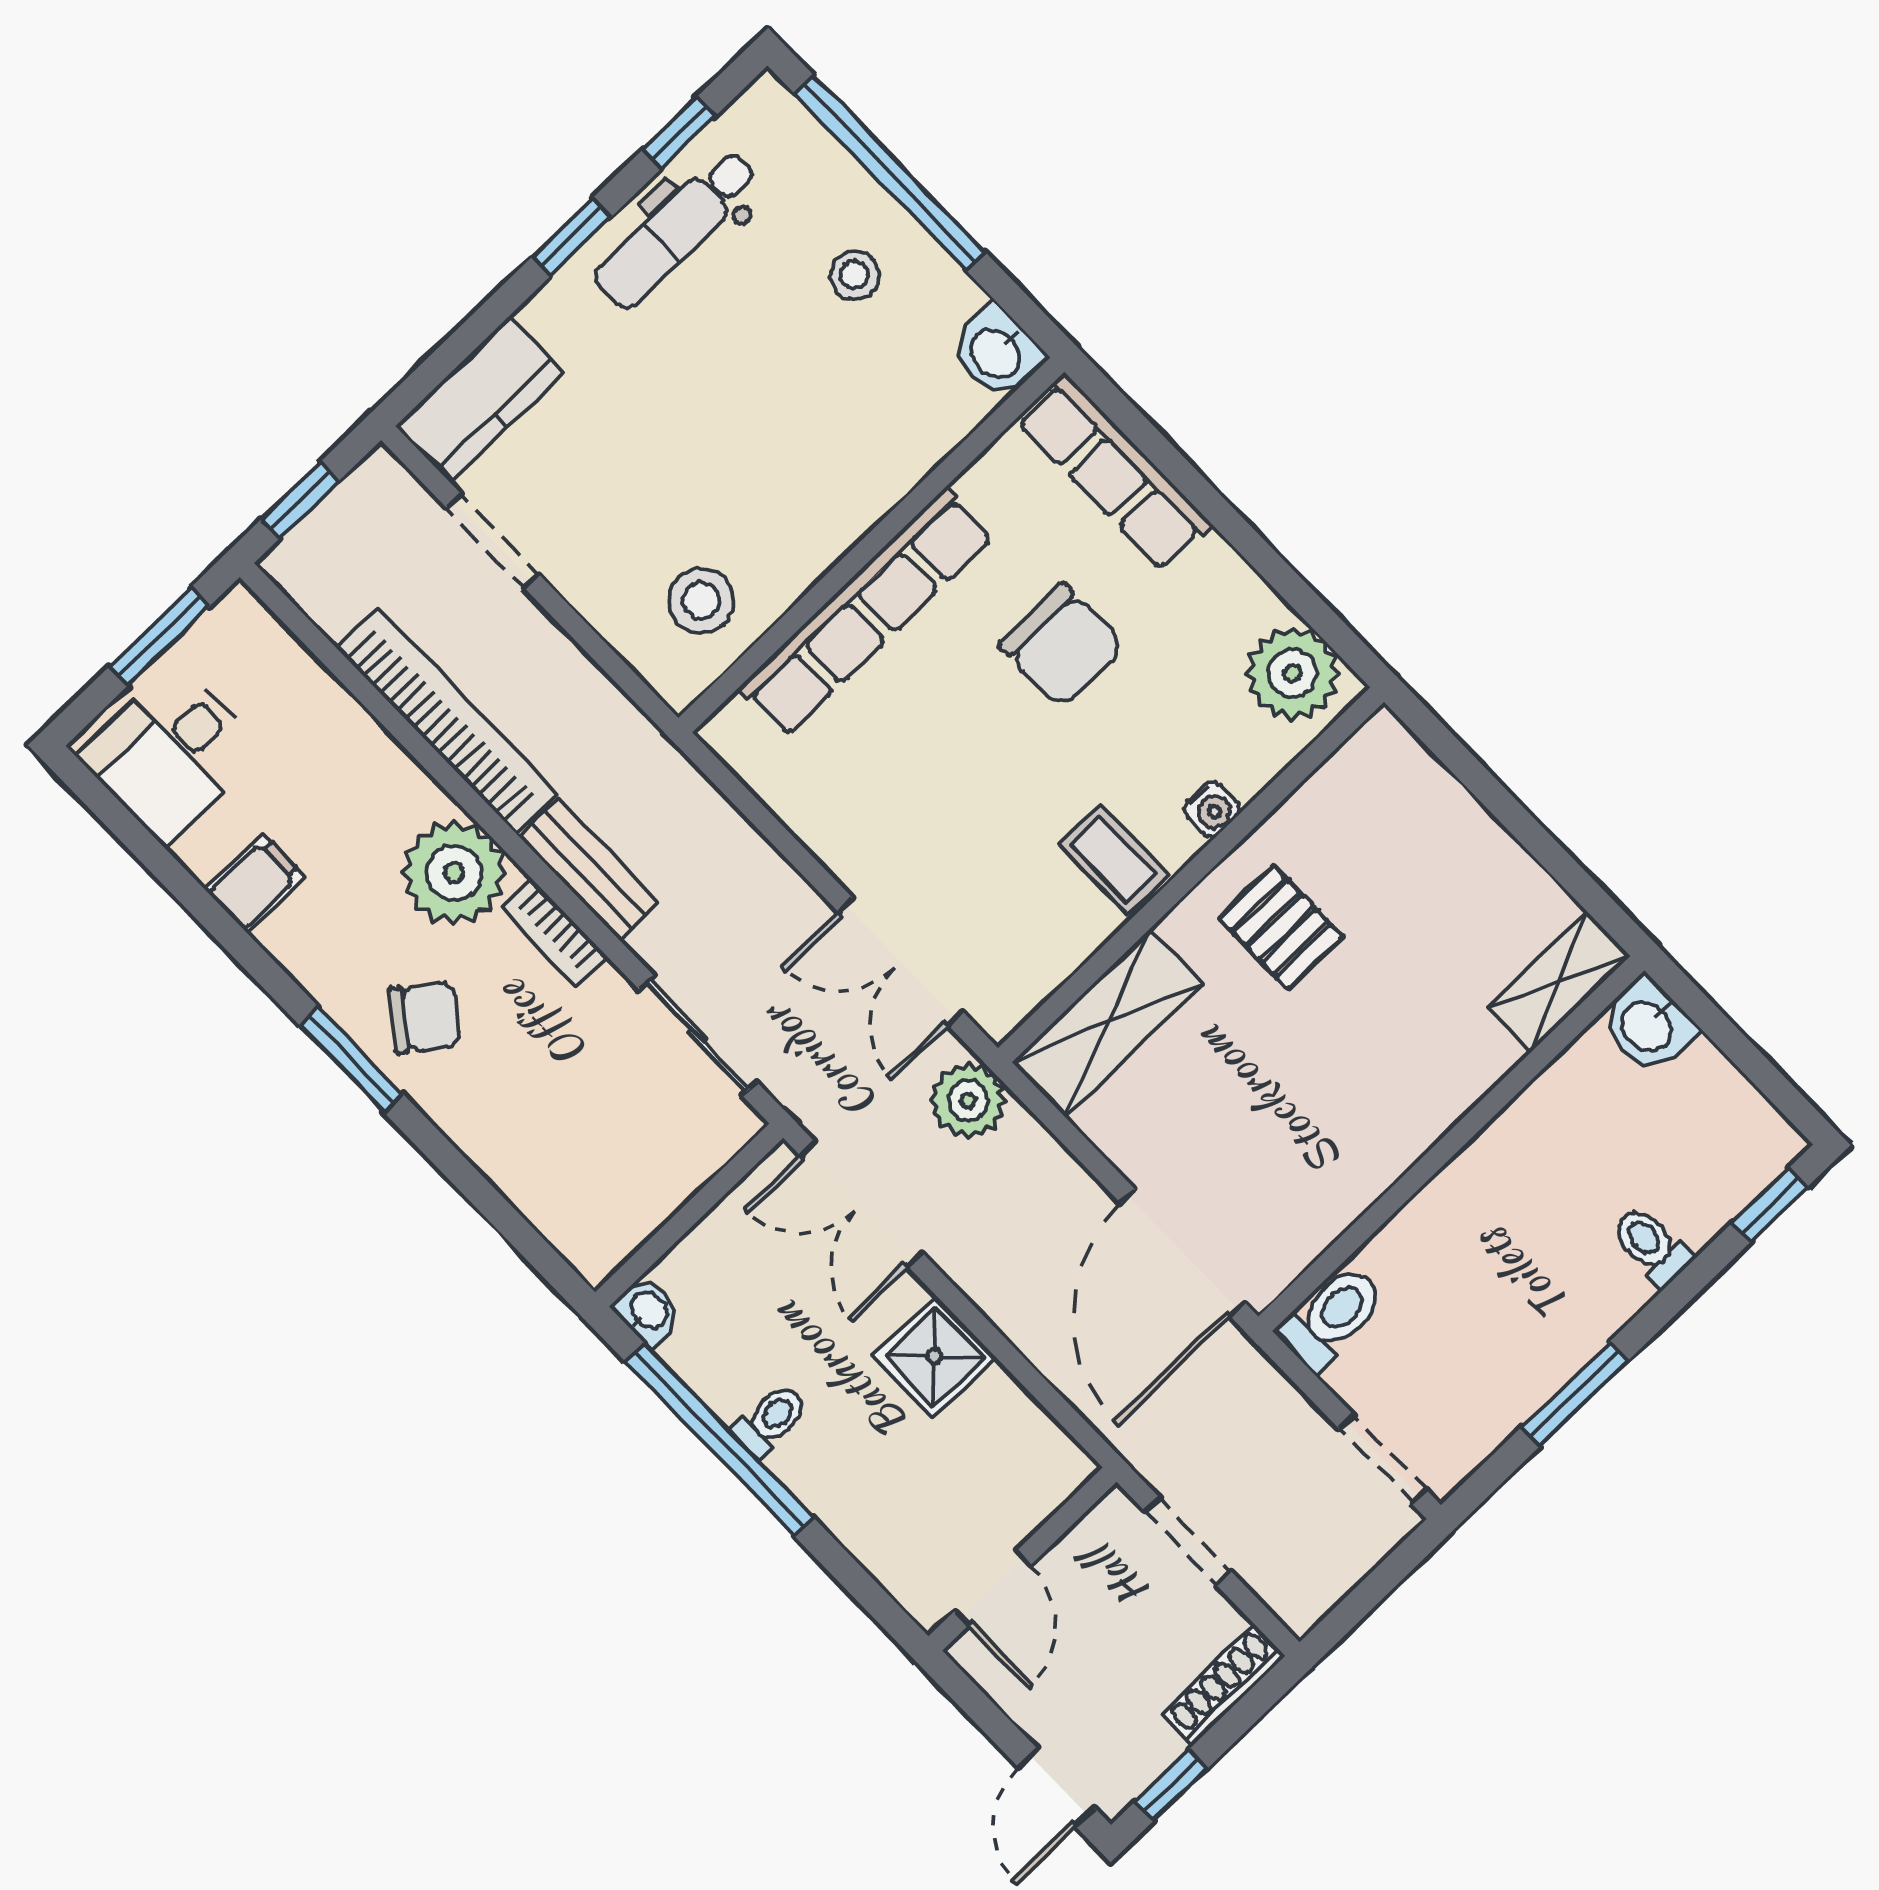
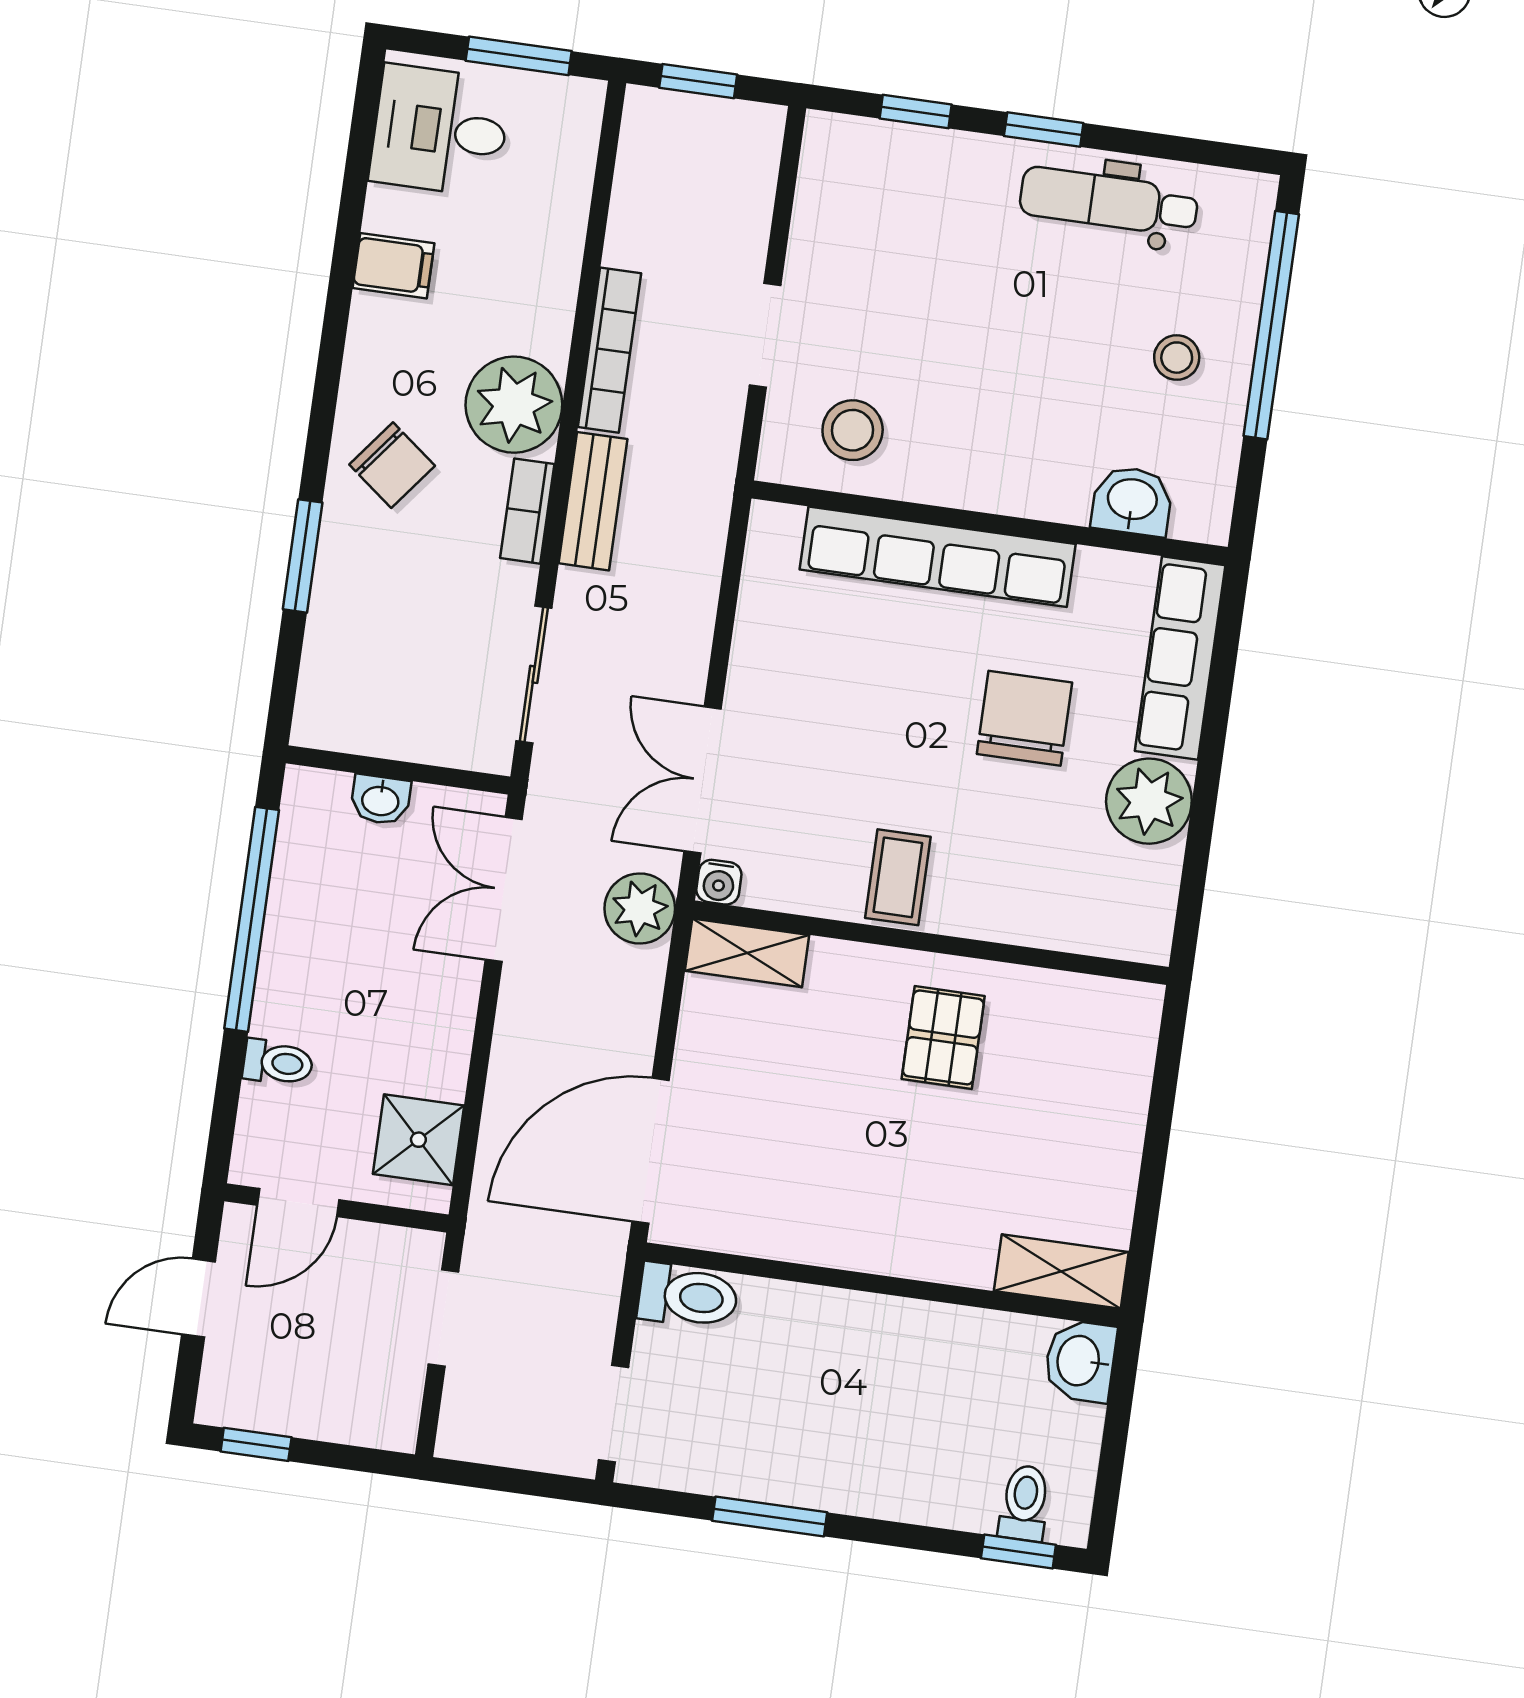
window: (679, 133) -> (916, 112), moved
washbasin: (997, 352) -> (1132, 501), moved, turned 90
kitchen counter: (480, 399) -> (874, 155), removed
doorway: (493, 541) -> (765, 335), moved
chair: (1062, 645) -> (1024, 718), turned 180
plant: (1292, 673) -> (1149, 801), moved
bookcase: (447, 720) -> (609, 350), width x0.68, depth x0.76
water cooler: (1211, 809) -> (719, 882), moved
shelving: (1107, 1023) -> (747, 953), width x0.67, depth x0.75
window: (351, 1060) -> (303, 556), moved
toilet: (1651, 1246) -> (1024, 1503), moved
washbasin: (648, 1311) -> (380, 800), moved, turned 90
shower: (934, 1356) -> (418, 1140), moved
toilet: (770, 1421) -> (278, 1063), moved
shoe rack: (1224, 1685) -> (359, 1426), removed
door: (1057, 1788) -> (198, 1298), moved

